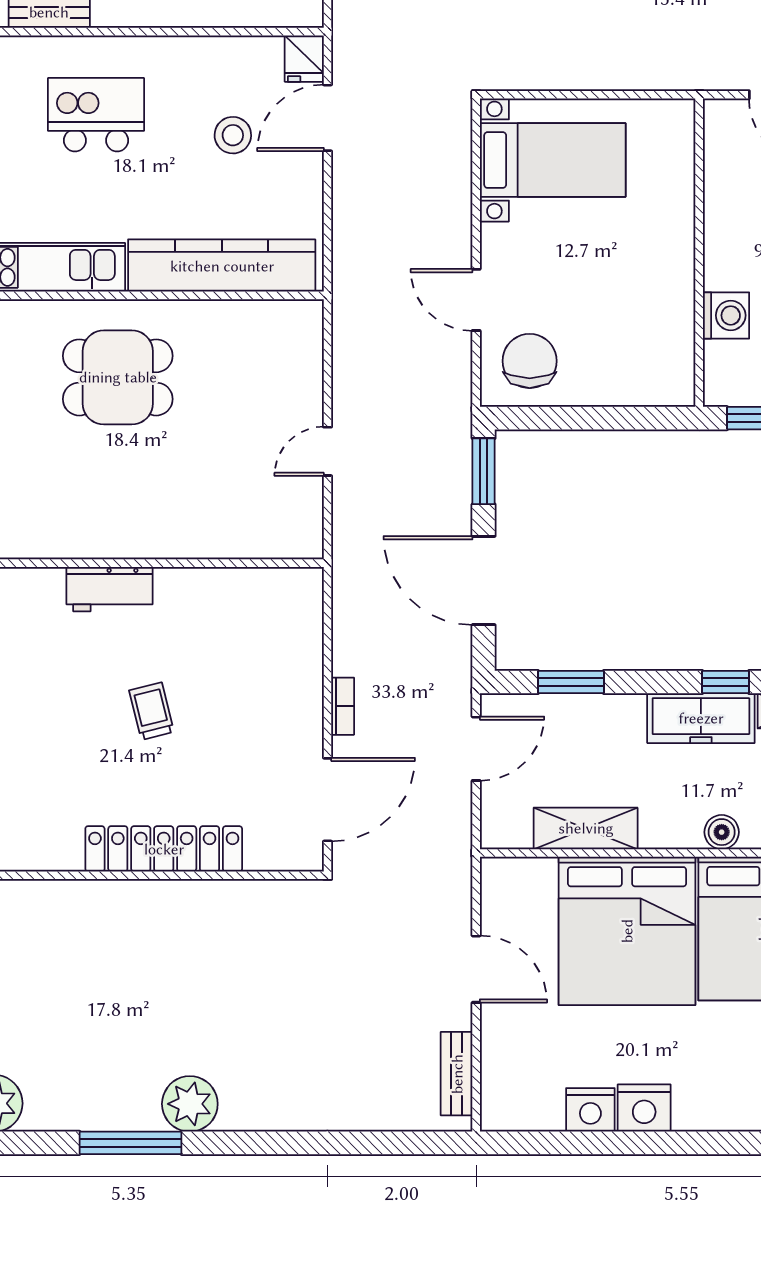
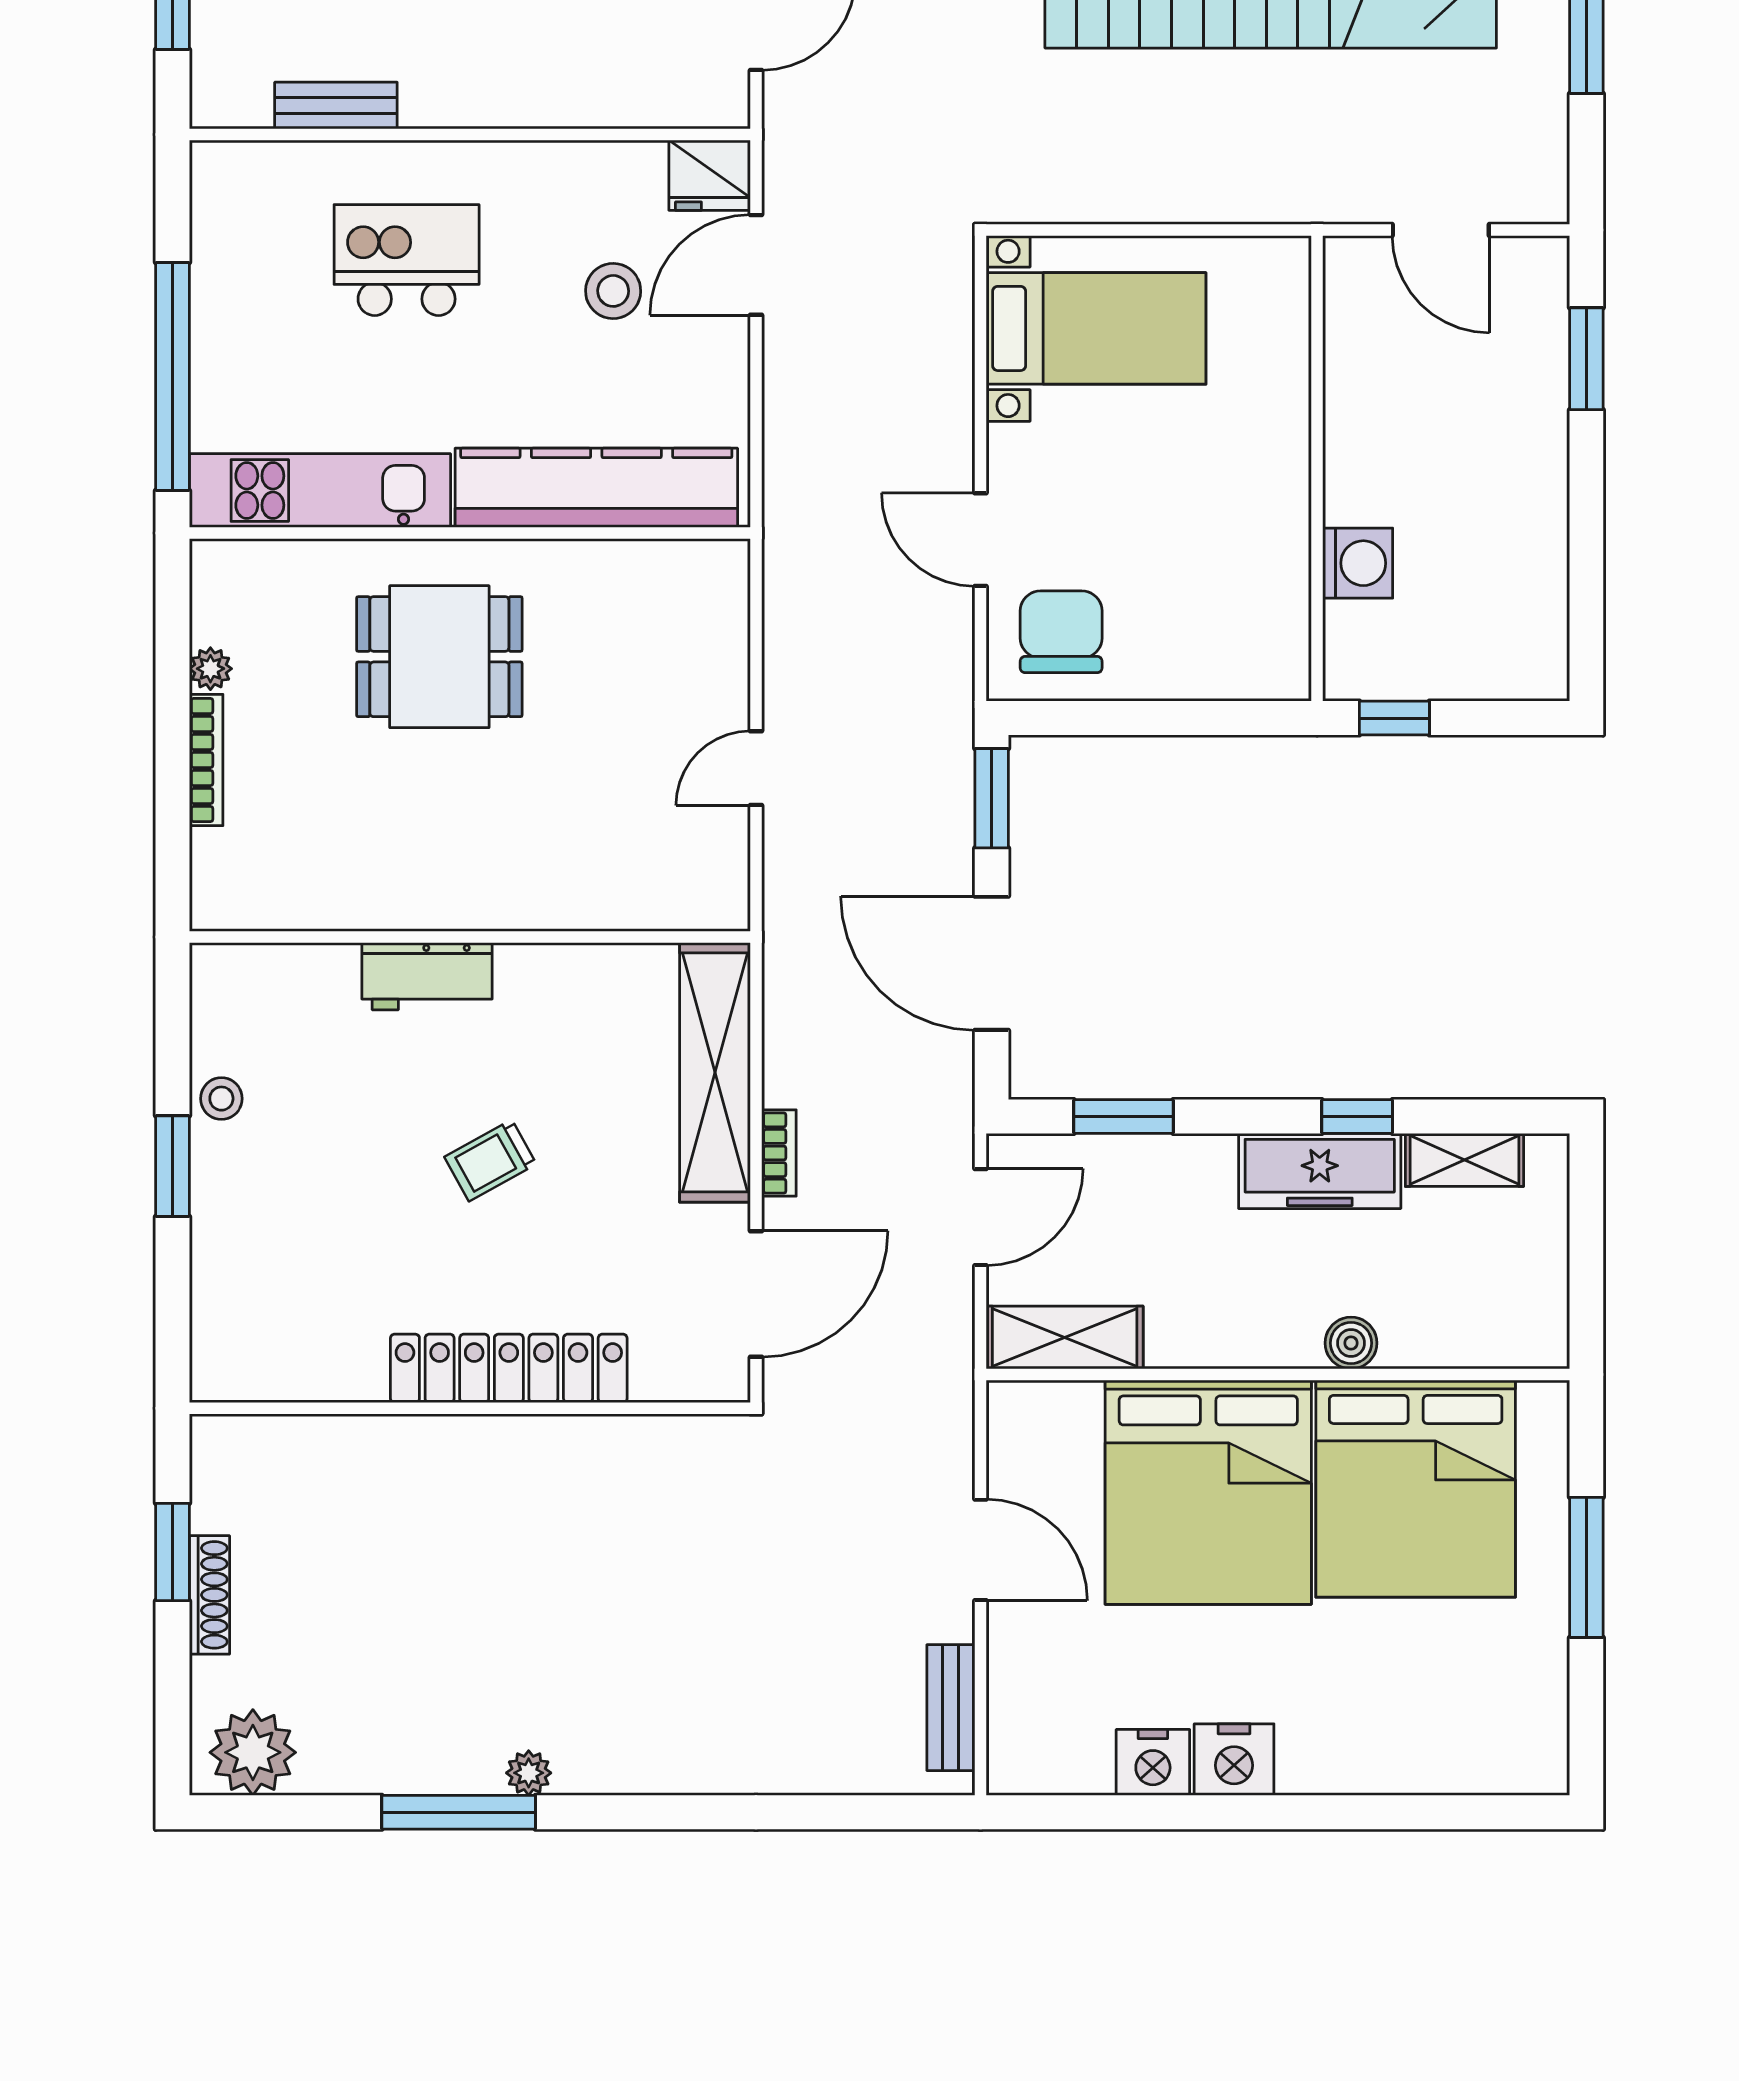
fridge: (304, 59) -> (710, 175), width x1.38
shelving: (300, 653) -> (715, 1072), added
trolley: (152, 711) -> (490, 1160), turned -105
shelving: (586, 828) -> (1065, 1338), moved
plant: (190, 1104) -> (529, 1773), width x0.53, depth x0.53

